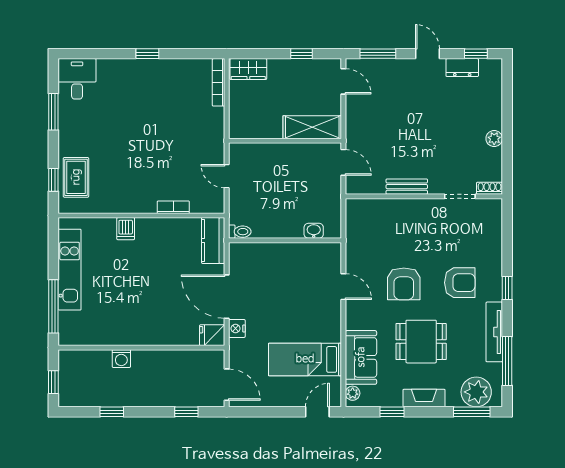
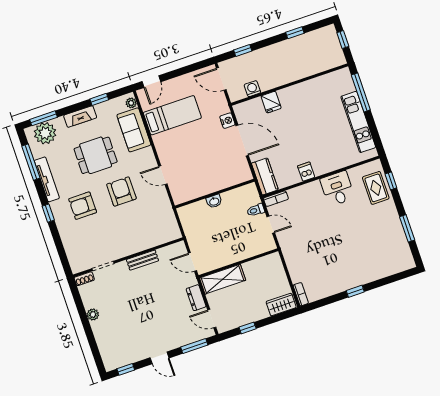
dresser: (462, 68) -> (196, 298), moved, turned -90
desk: (77, 79) -> (337, 189), moved, turned 180
bookcase: (219, 82) -> (301, 294), width x0.64
bookcase: (173, 207) -> (276, 199), moved
dishwasher: (126, 229) -> (306, 172), moved
washbasin: (314, 231) -> (214, 201), moved
toilet: (240, 232) -> (256, 210), moved
fridge: (212, 335) -> (271, 102), moved, turned 90
washing machine: (121, 359) -> (252, 89), moved

